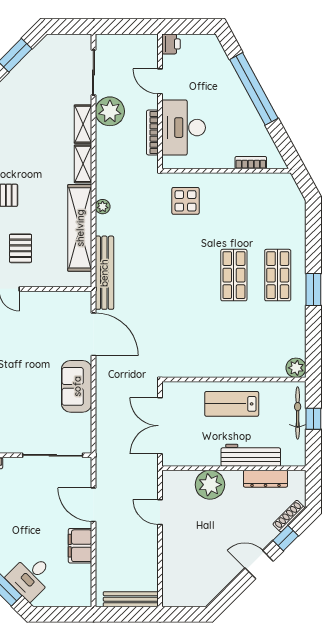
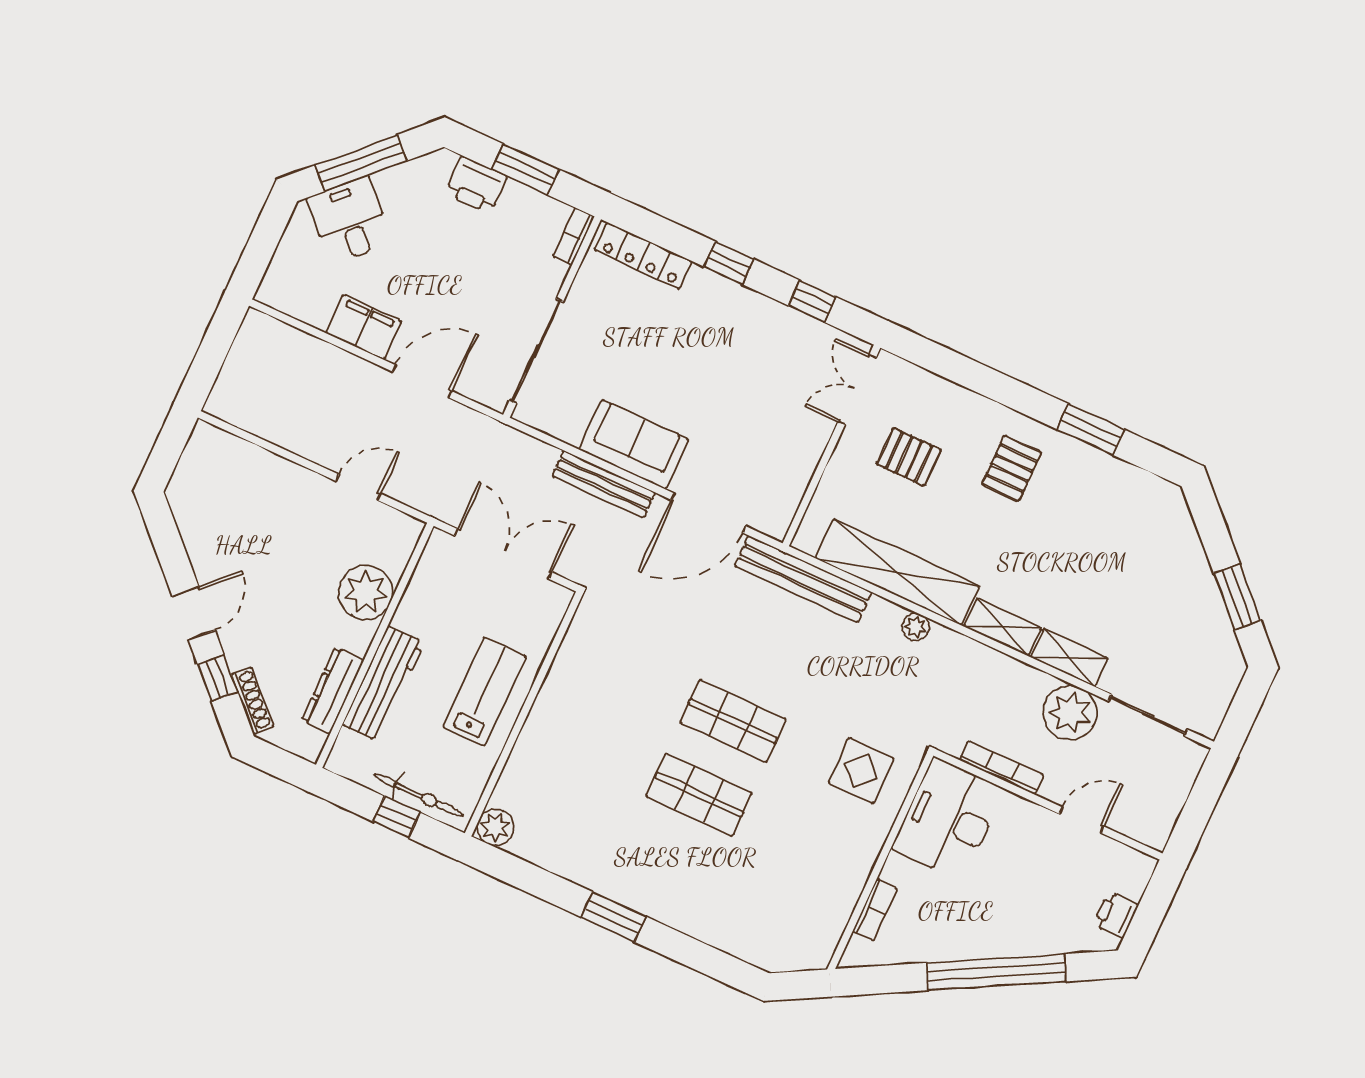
printer: (171, 44) -> (1116, 915), moved, turned 90
desk: (184, 128) -> (948, 819), moved, turned -90
shop shelf: (278, 275) -> (733, 721), moved
bench: (131, 599) -> (604, 484), moved, turned 90

